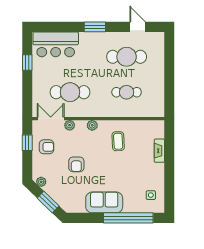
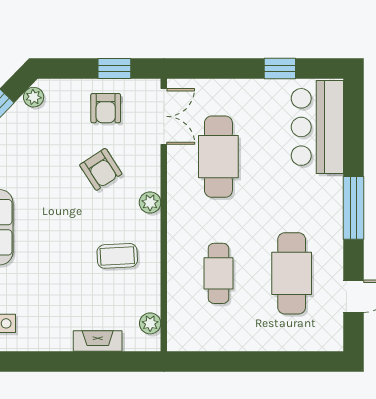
window: (95, 27) -> (353, 208), width x1.44
plant: (70, 125) -> (150, 323), moved
armchair: (76, 164) -> (101, 169), moved, turned -123

